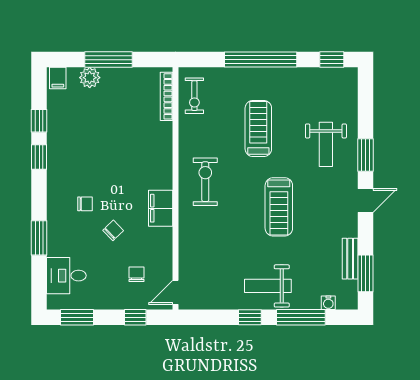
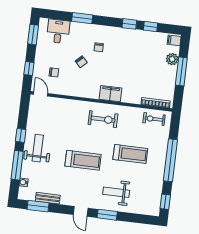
treadmill: (279, 207) -> (83, 160), turned 180
filing cabinet: (161, 208) -> (111, 94), moved

